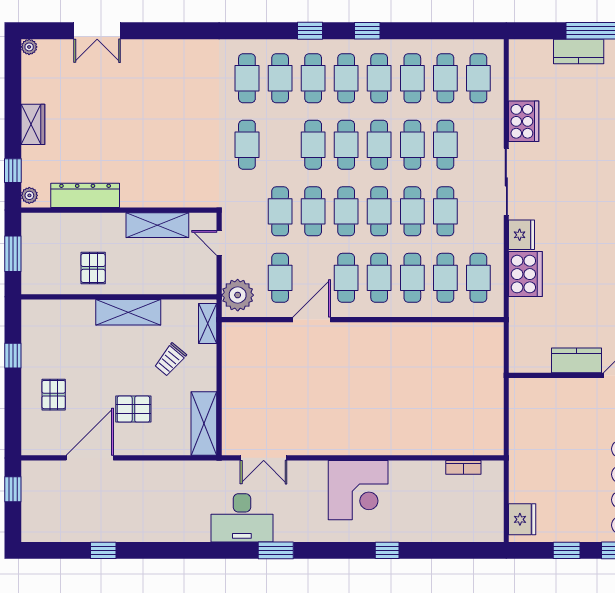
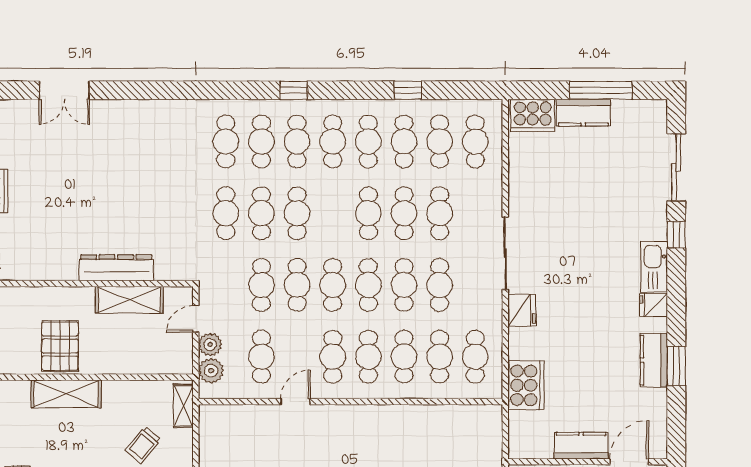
window: (367, 31) -> (408, 90), moved
cooker: (524, 121) -> (533, 115), moved, turned 90
cafe table: (346, 145) -> (261, 213), moved
dresser: (85, 195) -> (116, 268), moved
door: (219, 243) -> (196, 319), hinge flipped
plant: (232, 267) -> (210, 345), added
pallet: (93, 268) -> (60, 346), width x1.50, depth x1.42
cooker: (525, 274) -> (526, 385), moved
plant: (238, 295) -> (211, 371), width x0.73, depth x0.73
shelving: (128, 312) -> (66, 394), moved
door: (312, 320) -> (296, 402), width x0.73

